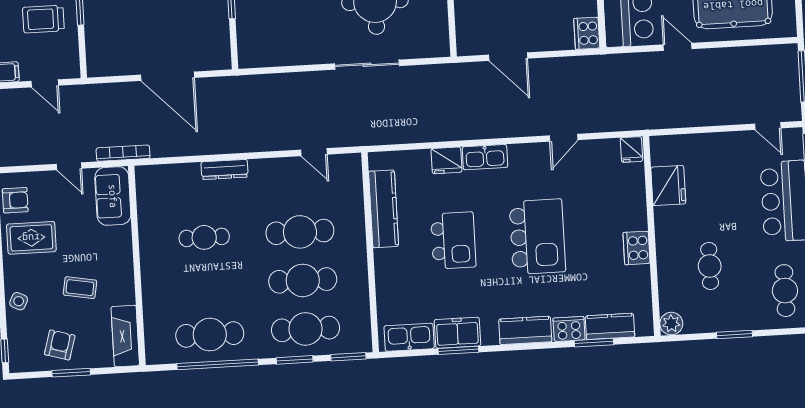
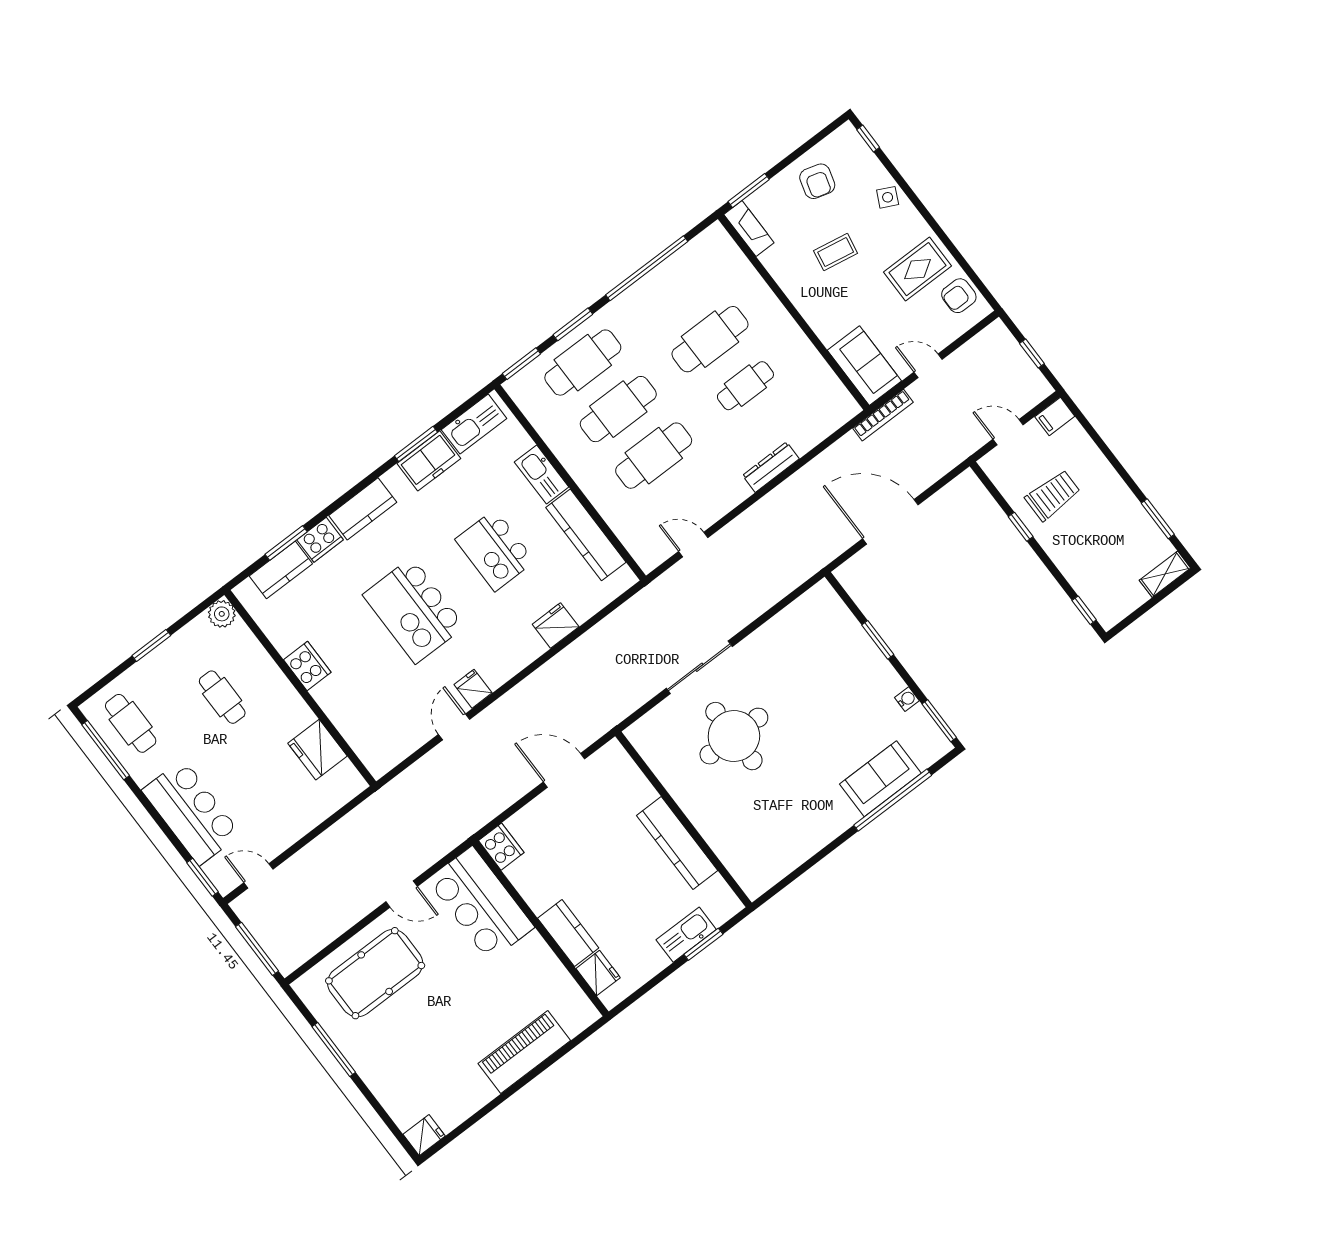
fridge: (631, 150) -> (473, 689), moved
kitchen sink: (485, 157) -> (542, 474), moved, turned -90
cafe table: (210, 334) -> (710, 339), moved
fireplace: (125, 336) -> (749, 229), width x0.73, depth x0.76
window: (71, 373) -> (749, 191), moved

